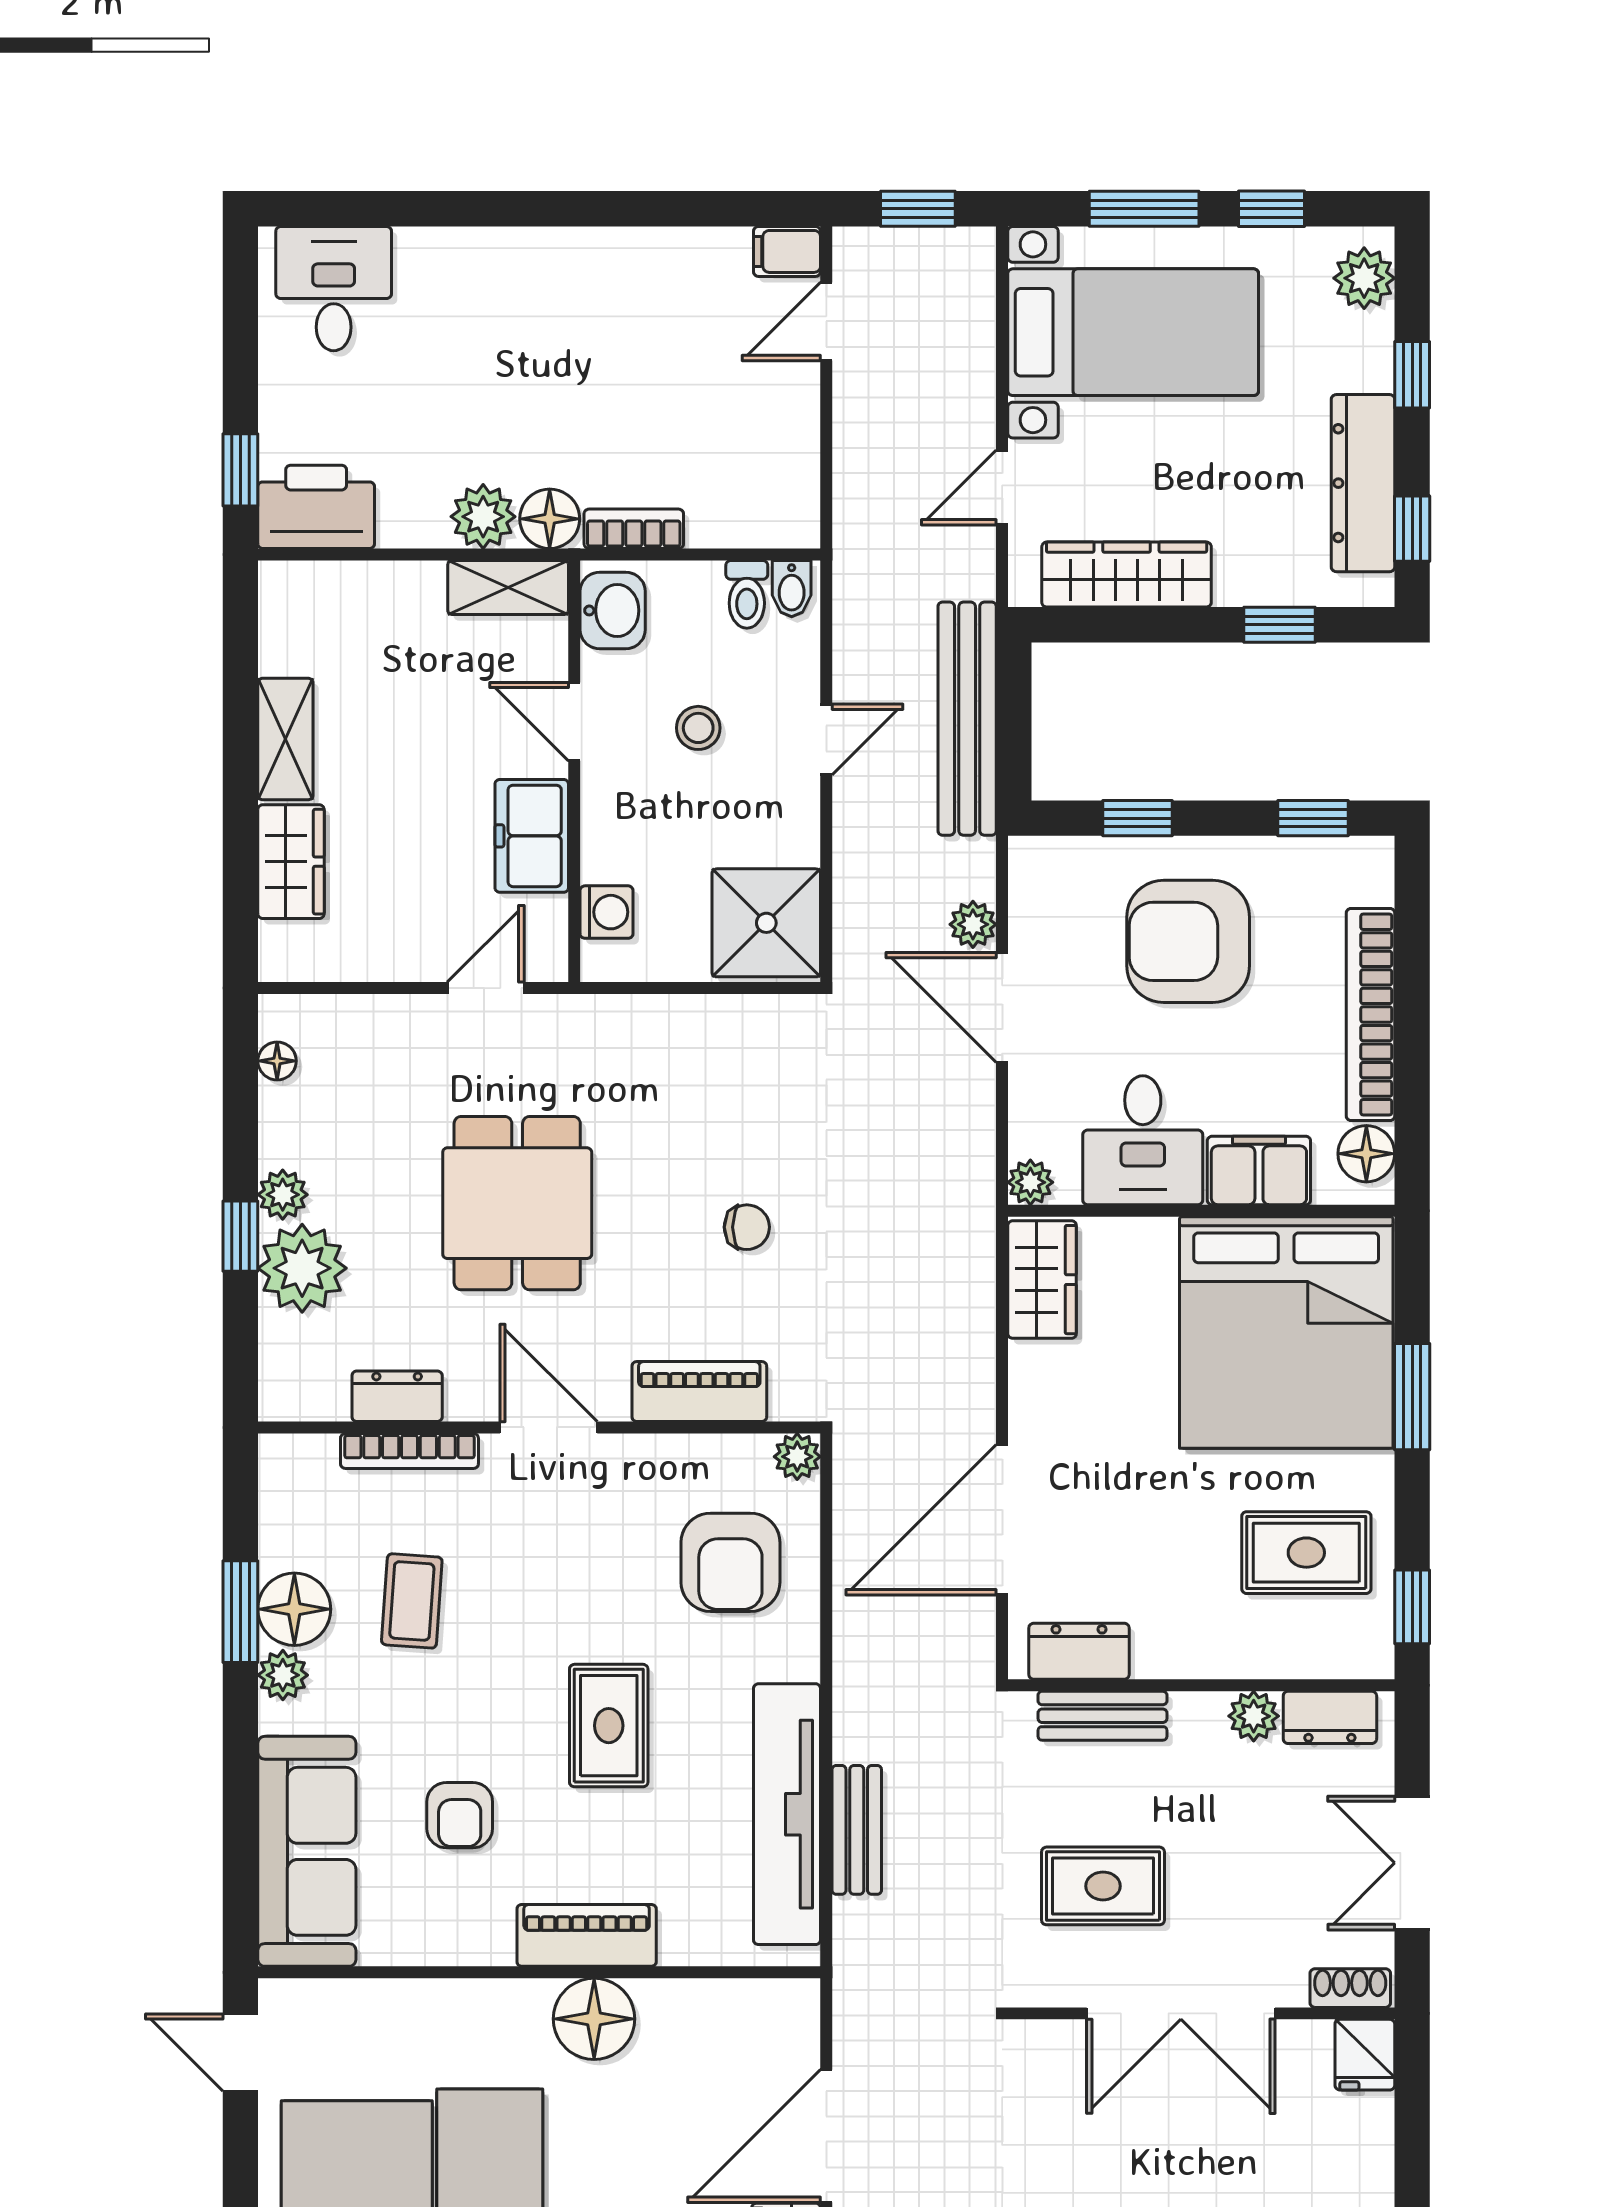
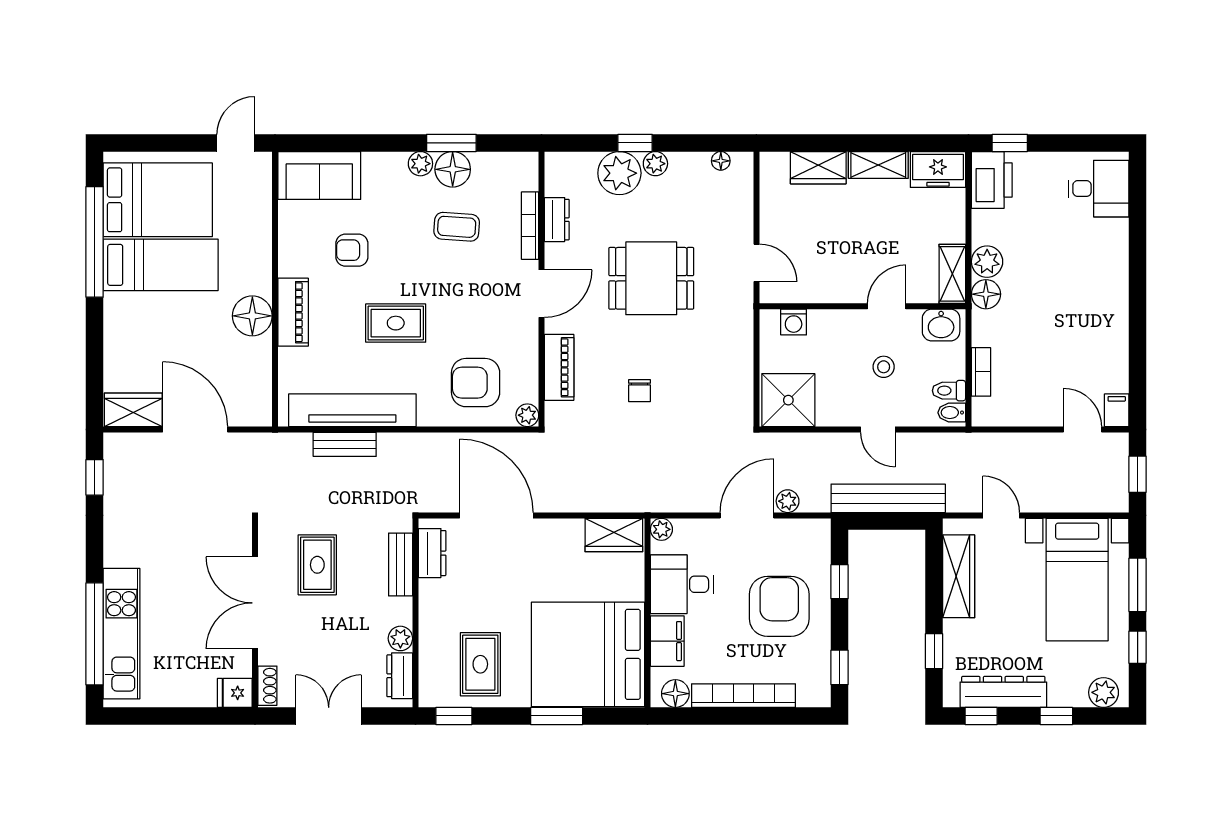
bookcase: (634, 529) -> (981, 372), moved
freezer: (532, 836) -> (938, 169), moved, turned 180
sofa: (307, 1851) -> (319, 175), width x0.73

